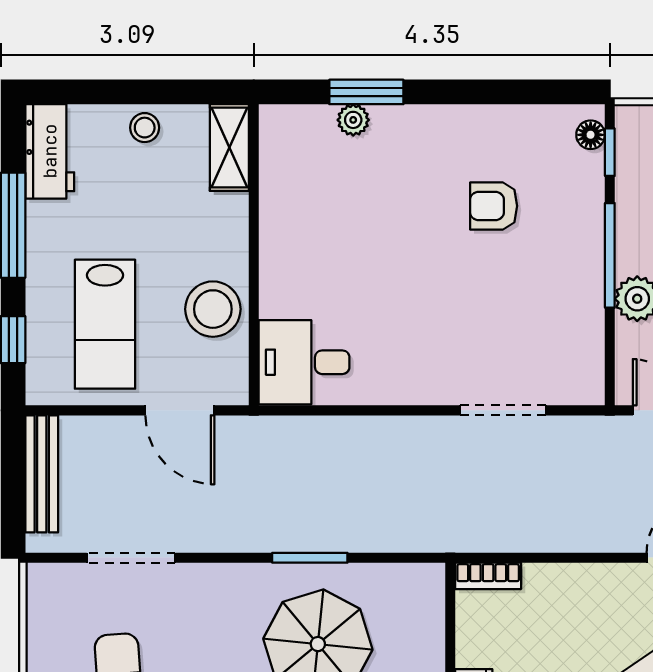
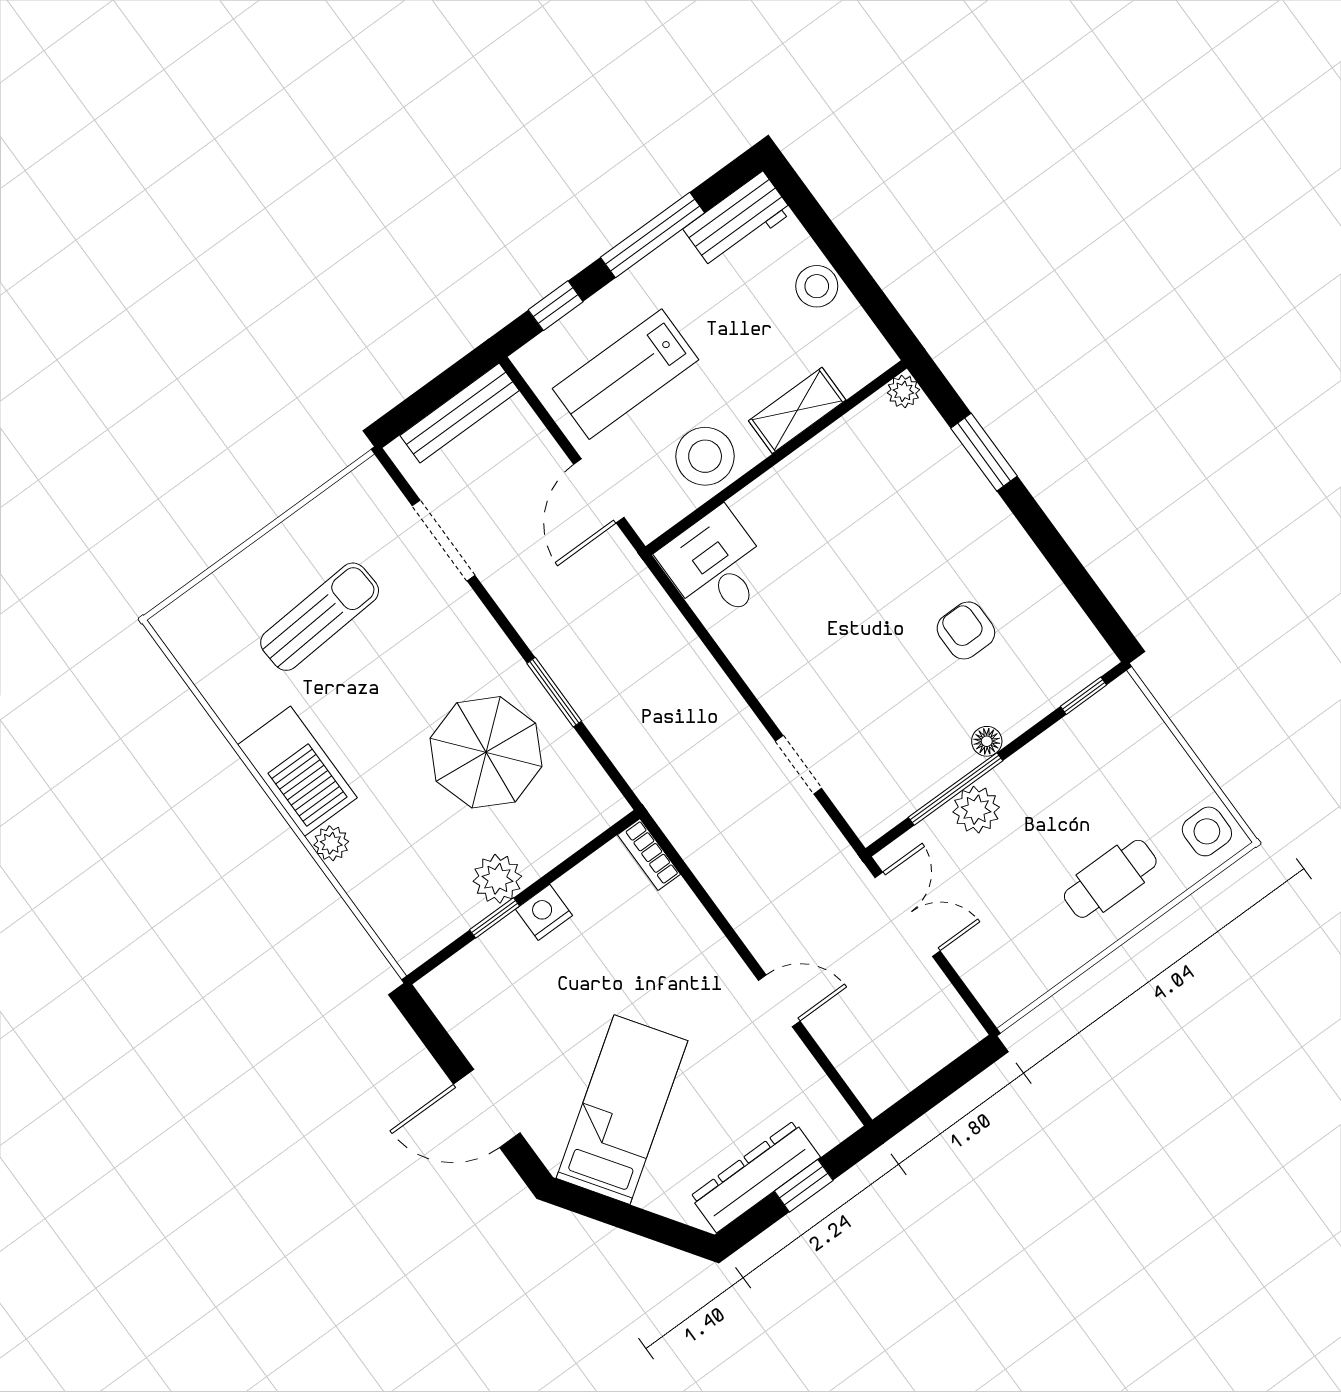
plant: (353, 120) -> (903, 391), moved
stool: (145, 128) -> (817, 286), width x1.37, depth x1.37
floor lamp: (591, 135) -> (987, 741), moved
shelving: (229, 148) -> (797, 410), moved
window: (610, 255) -> (956, 789), moved
doorway: (503, 410) -> (798, 765), width x0.73

